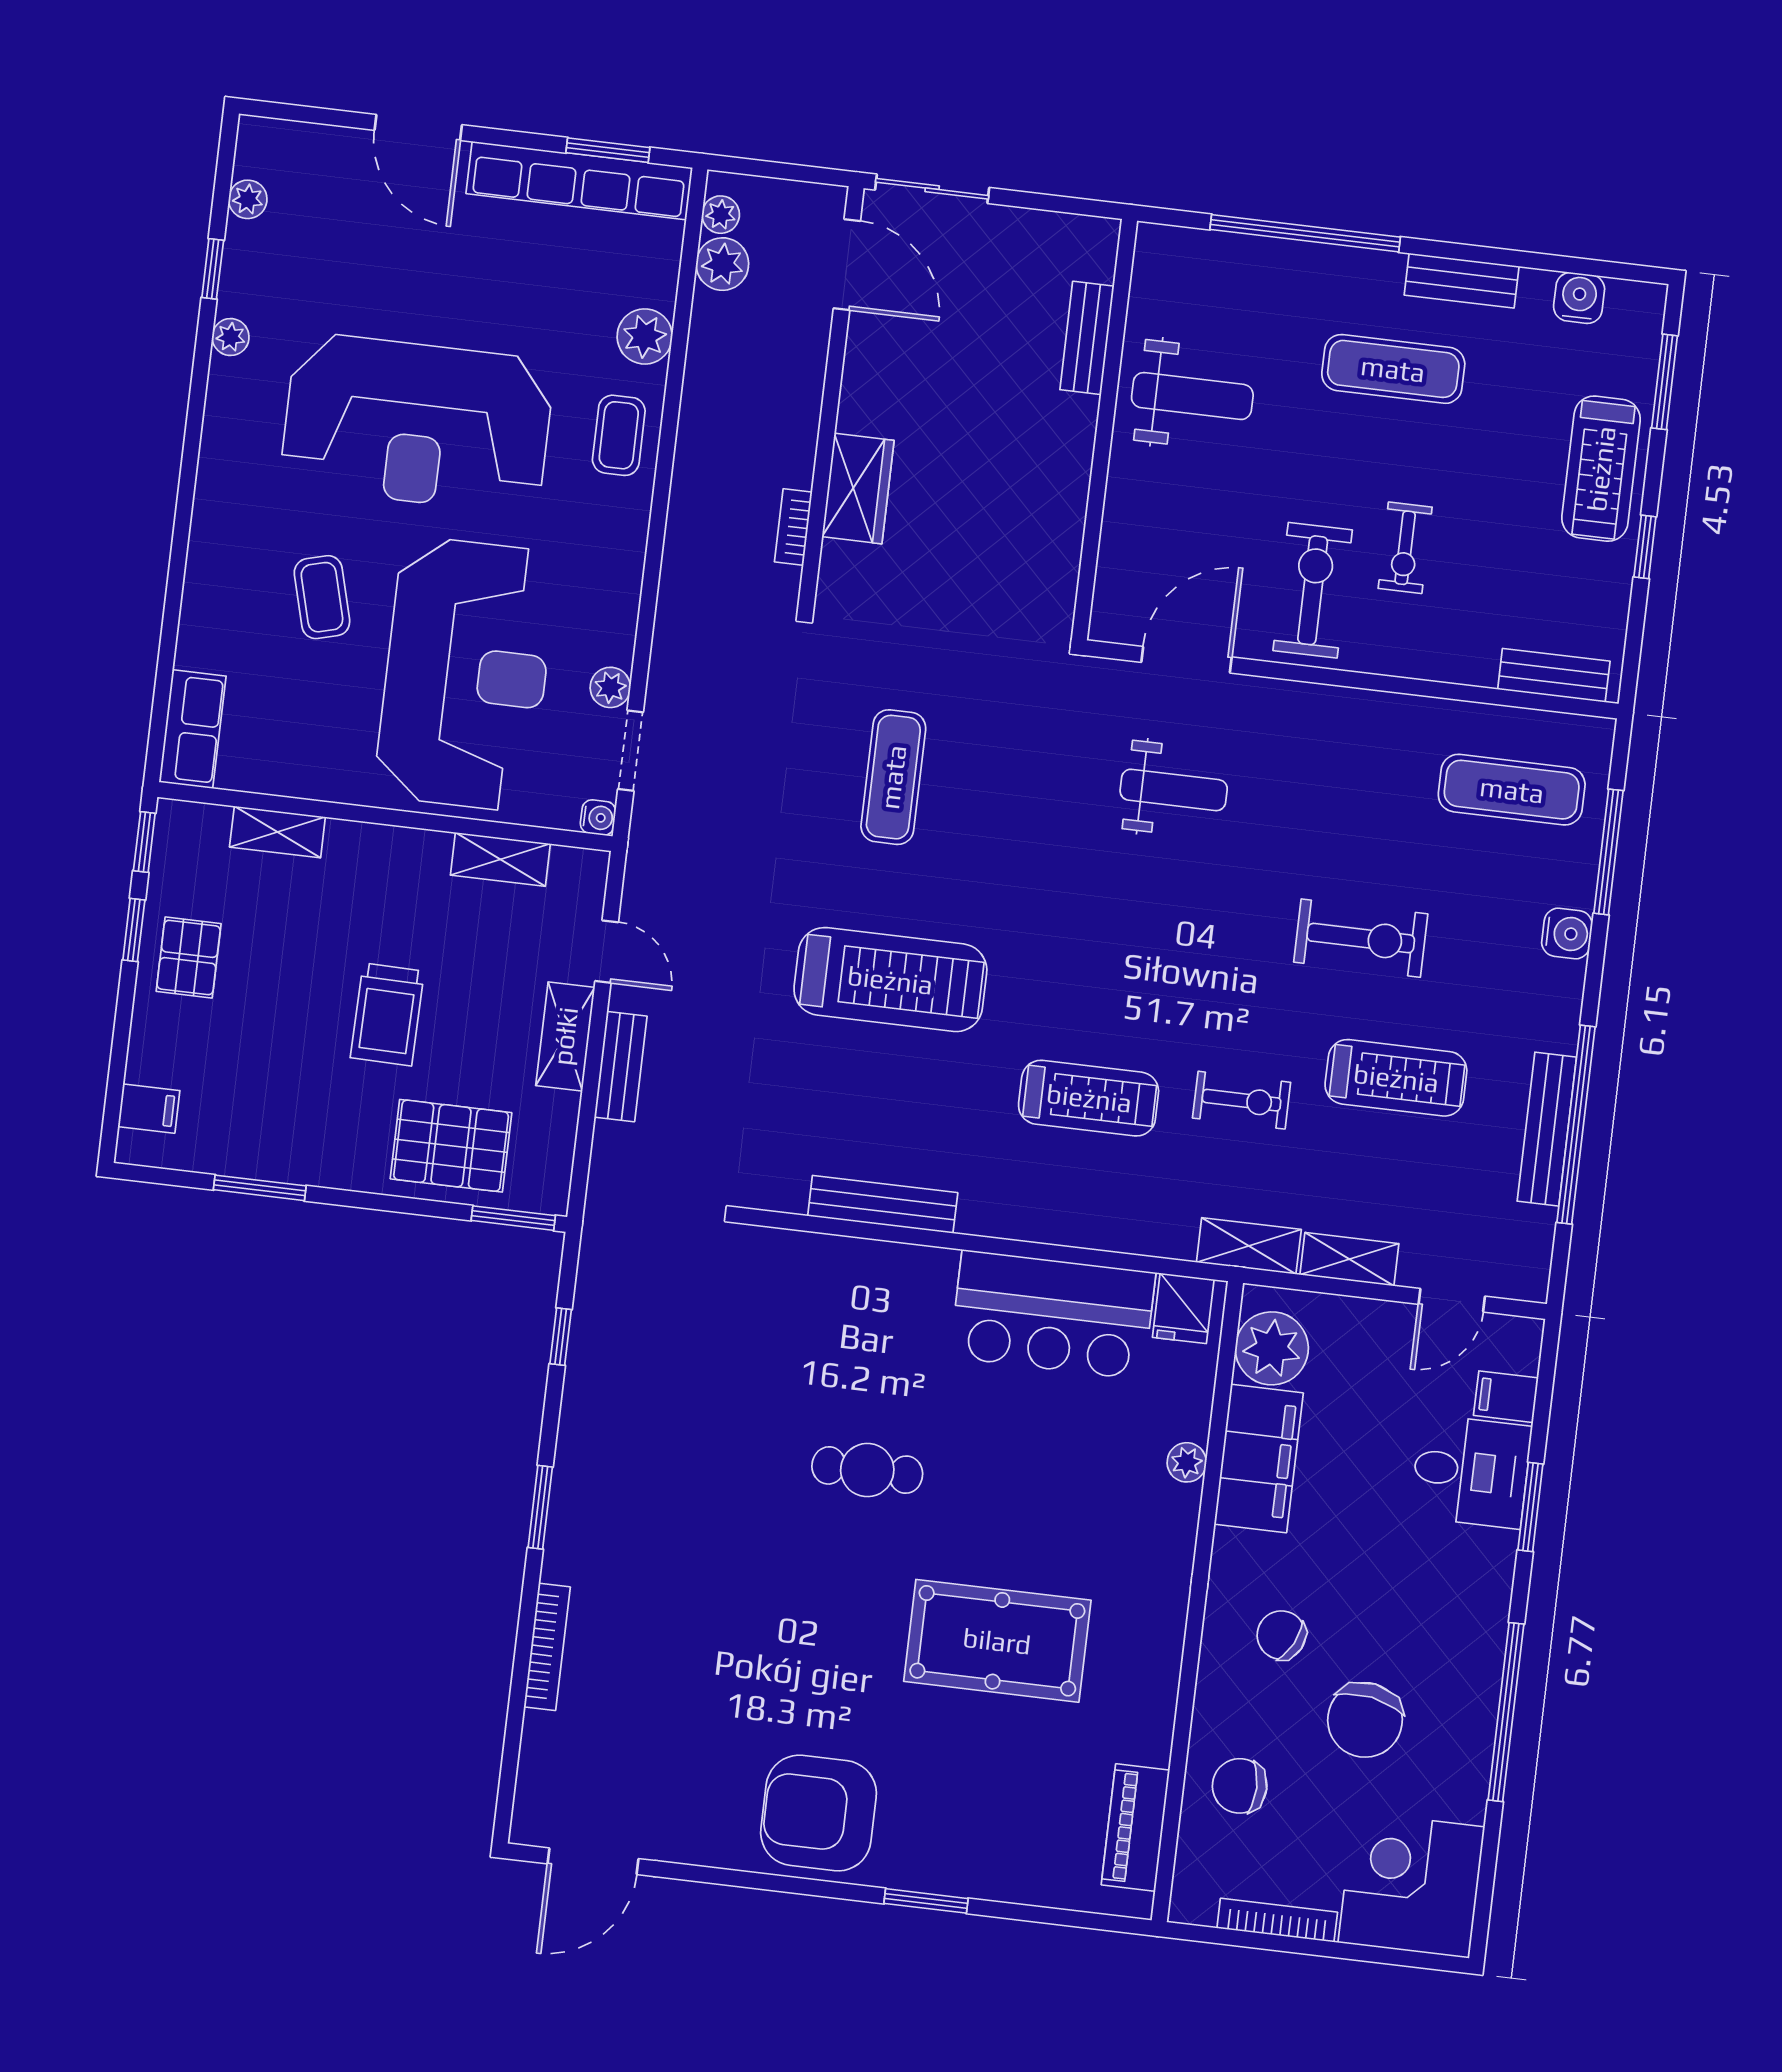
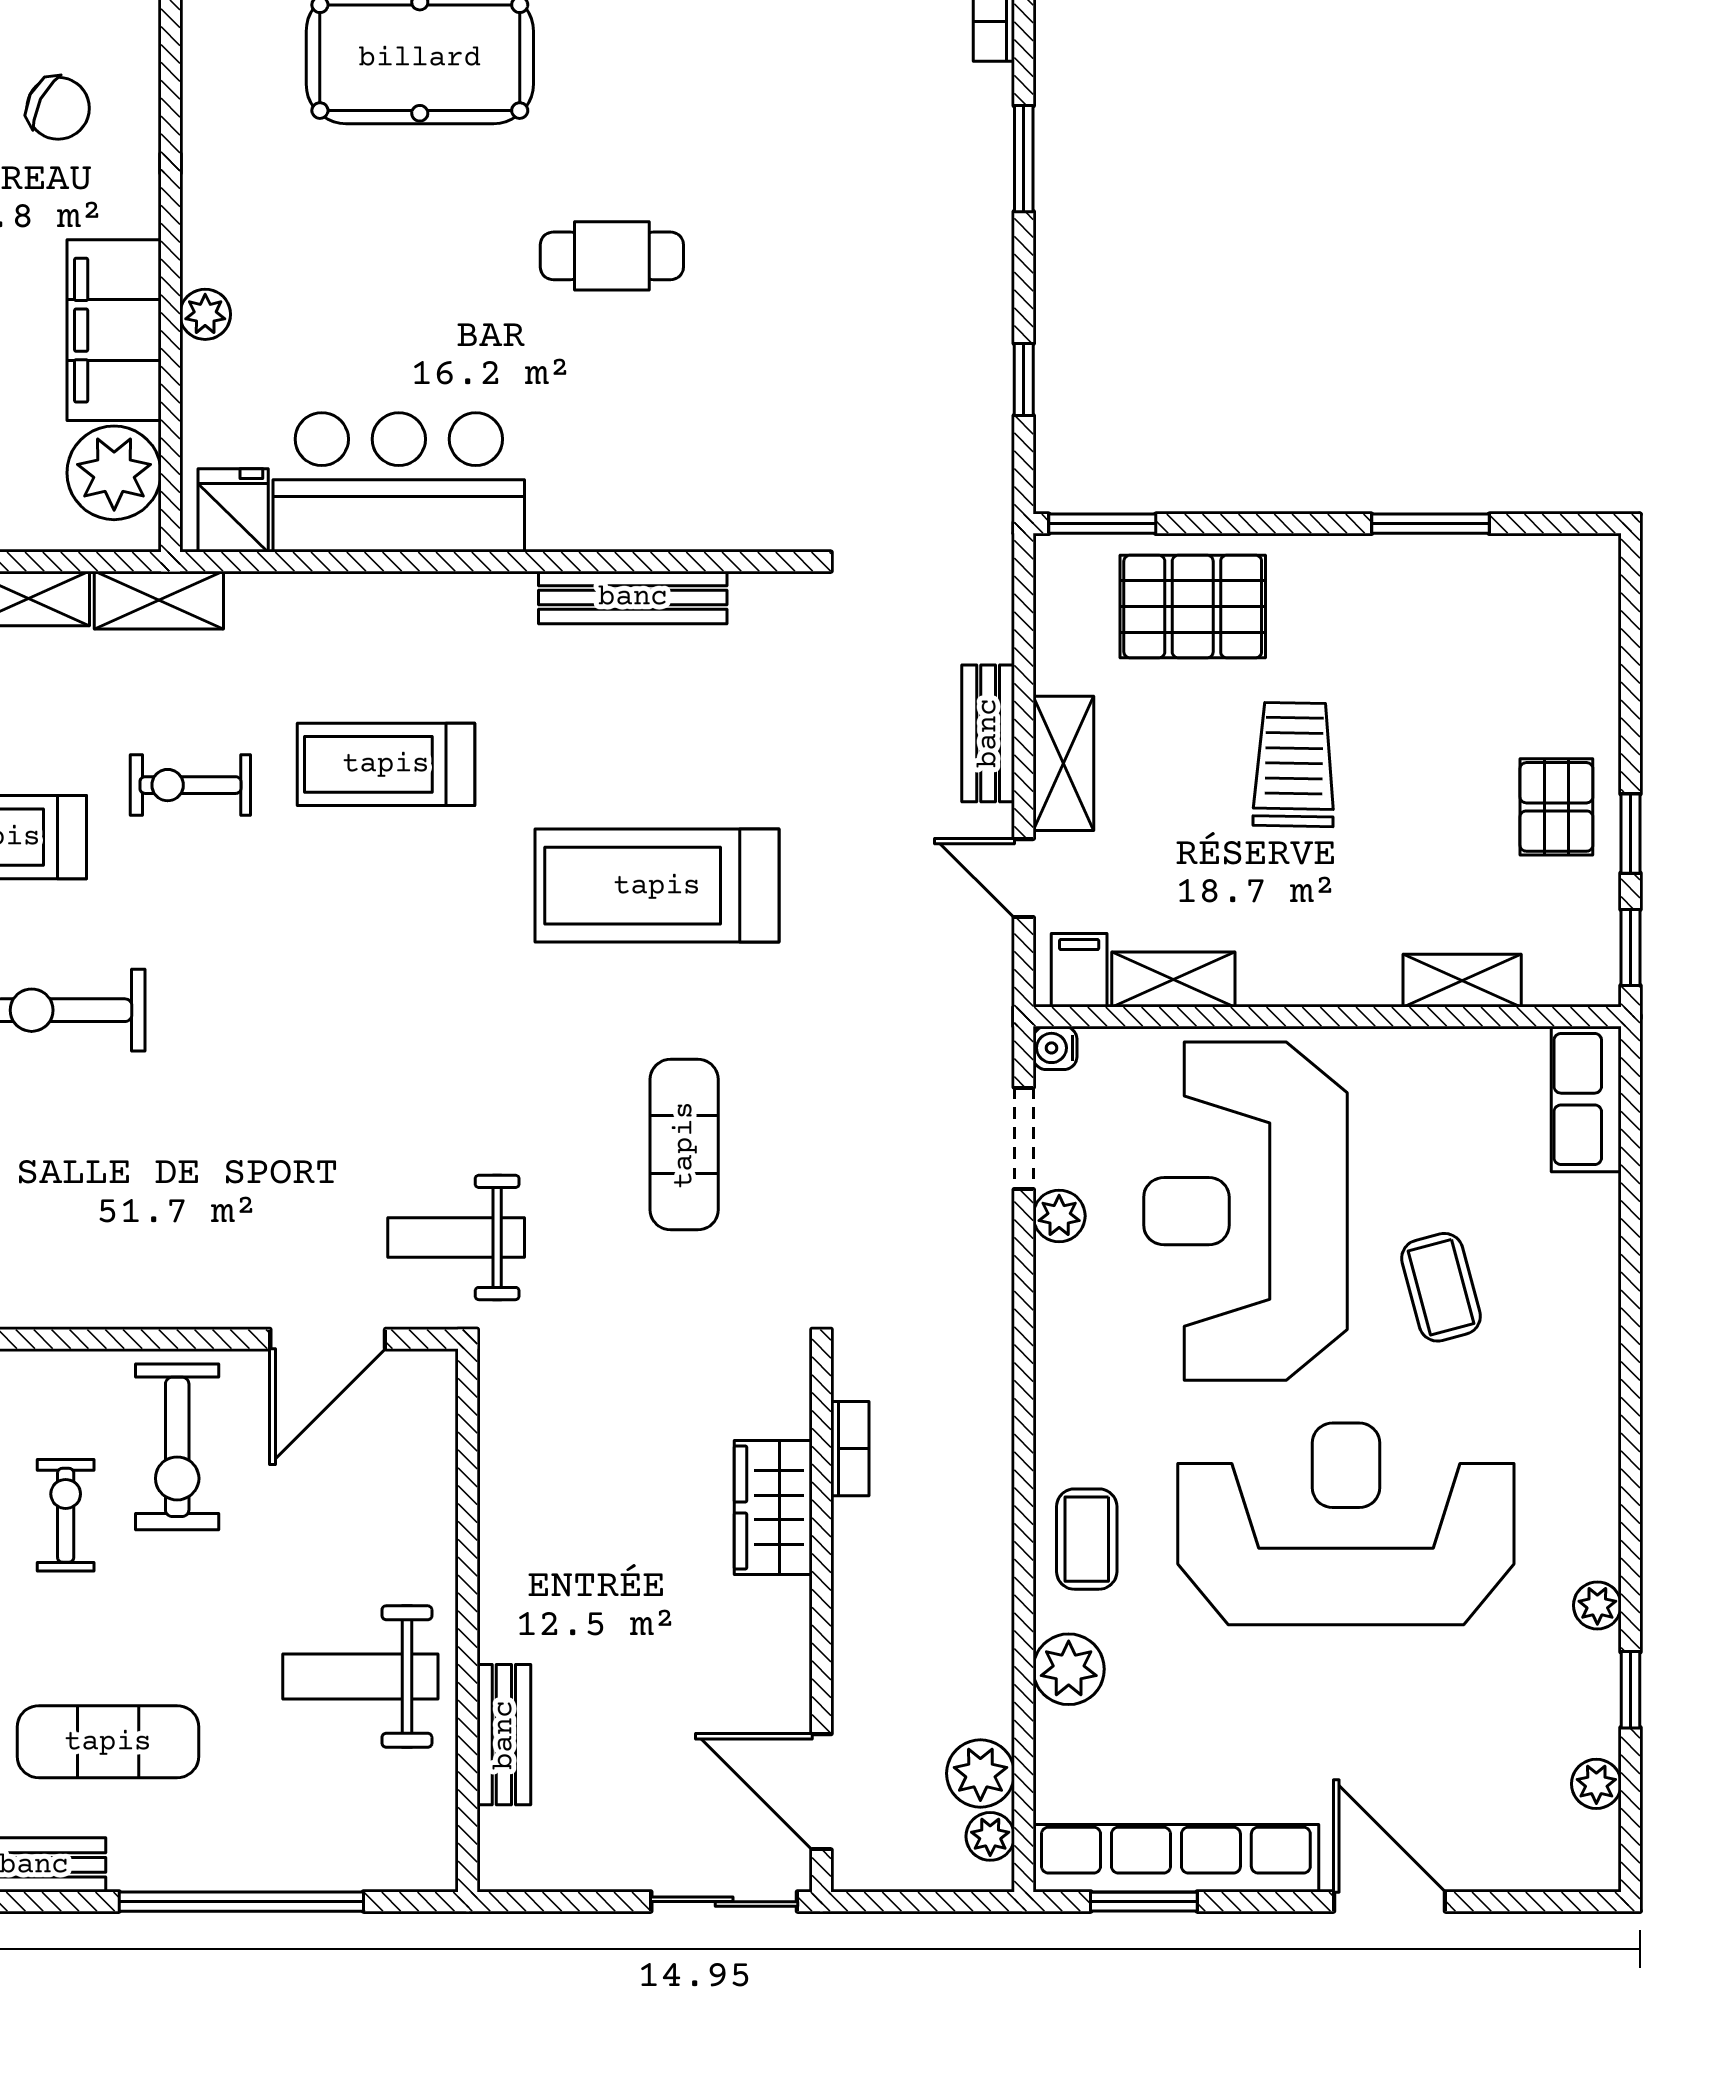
weight bench: (1174, 790) -> (456, 1237), moved
filing cabinet: (149, 1109) -> (1079, 970), moved, turned 90

